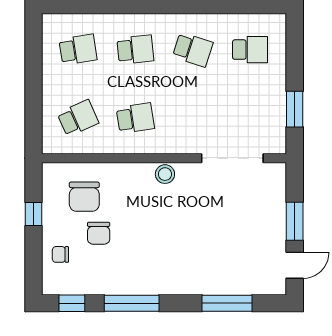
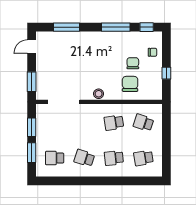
window: (295, 60) -> (32, 153), added
school desk: (78, 118) -> (143, 123), turned 42
chair: (84, 197) -> (130, 84), moved
window: (295, 221) -> (32, 82), moved

